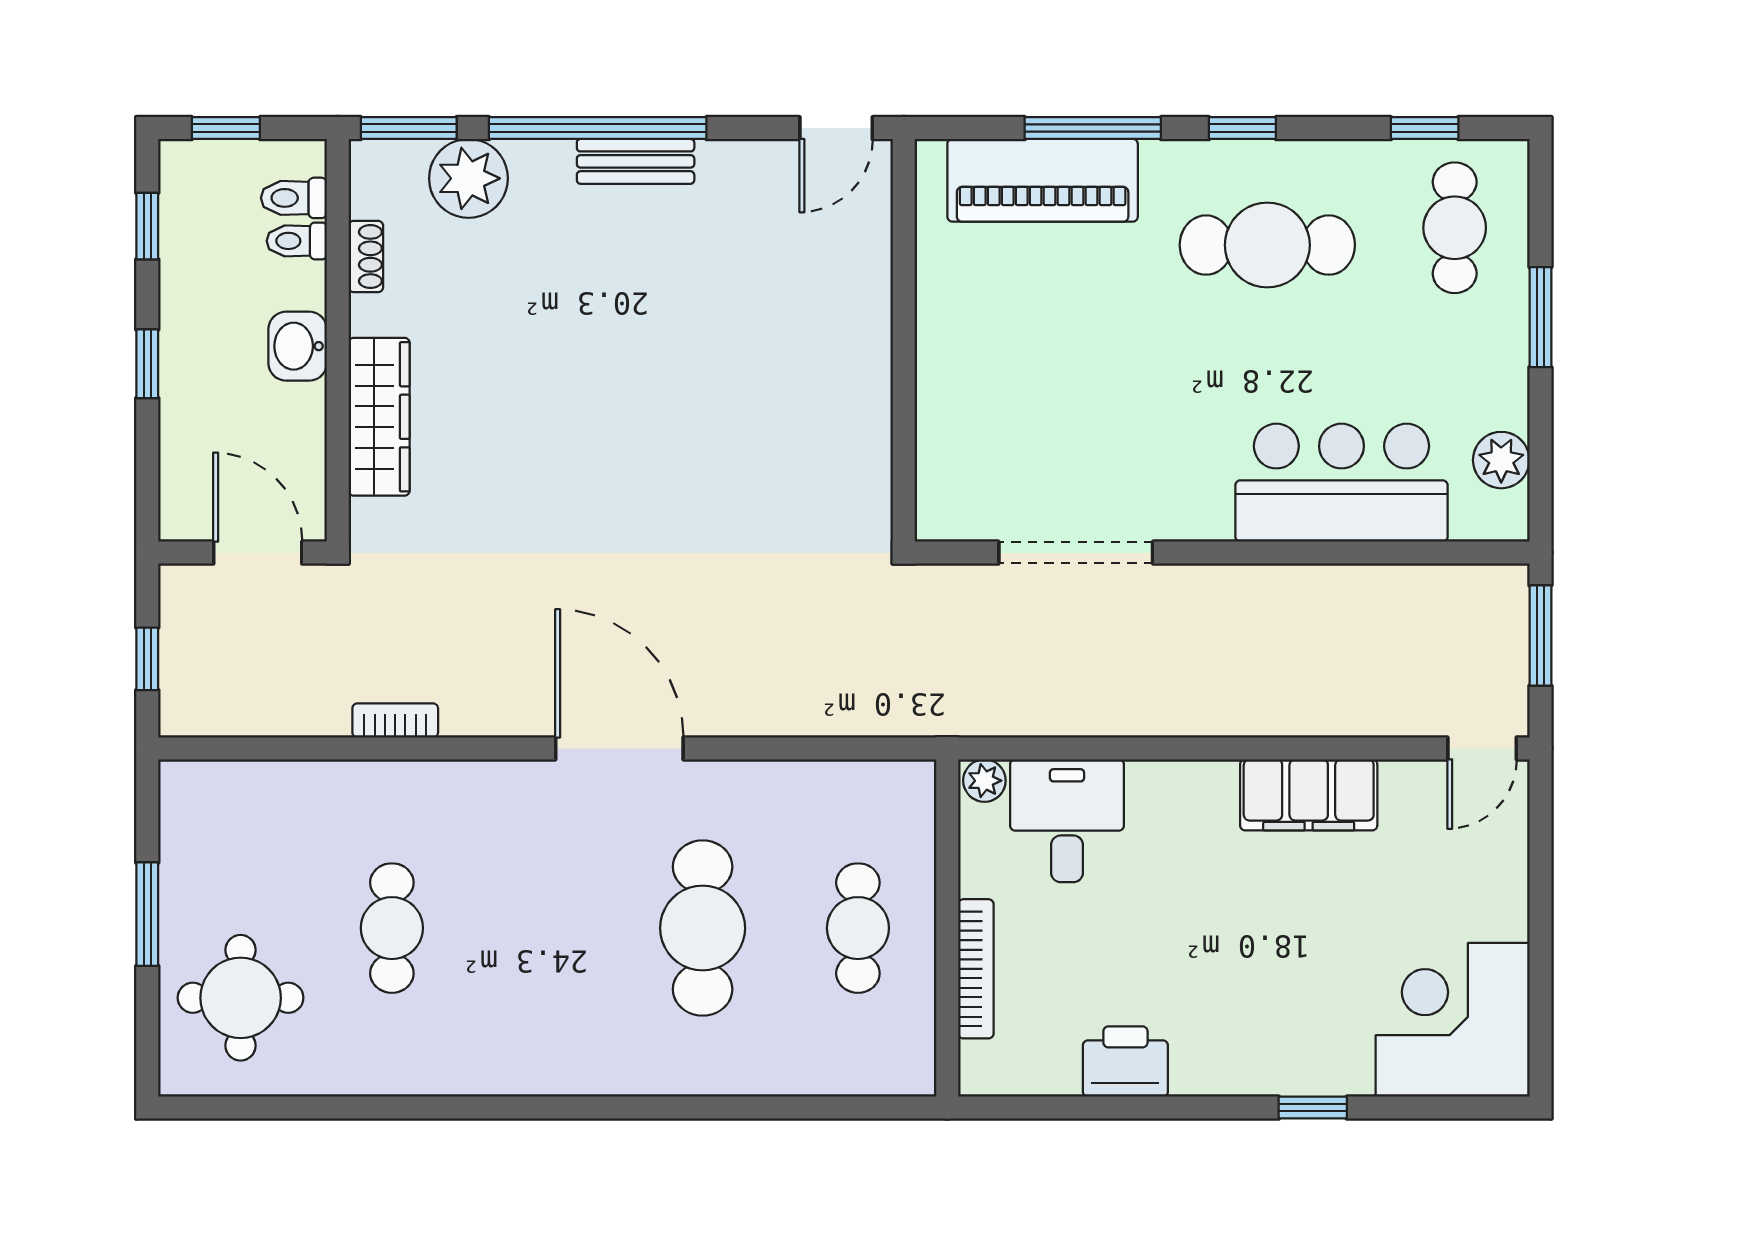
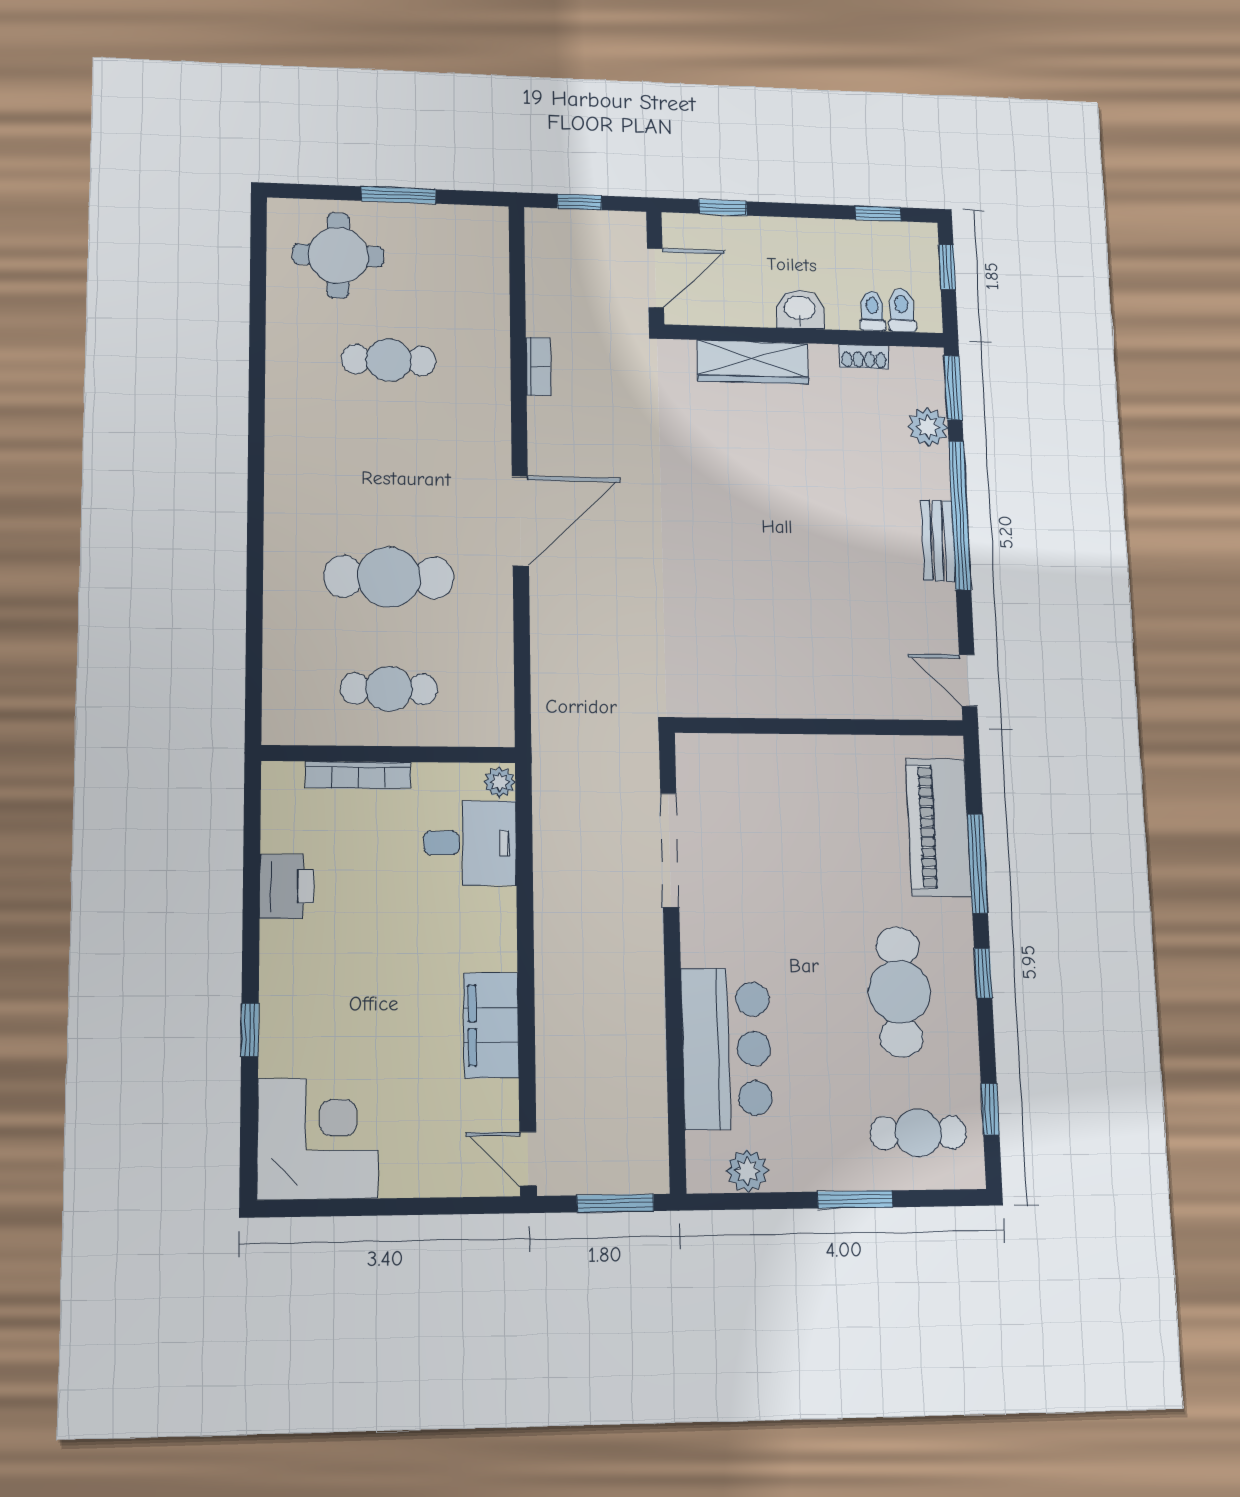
plant: (468, 178) -> (928, 427), width x0.73, depth x0.73
window: (147, 364) -> (723, 208), moved

